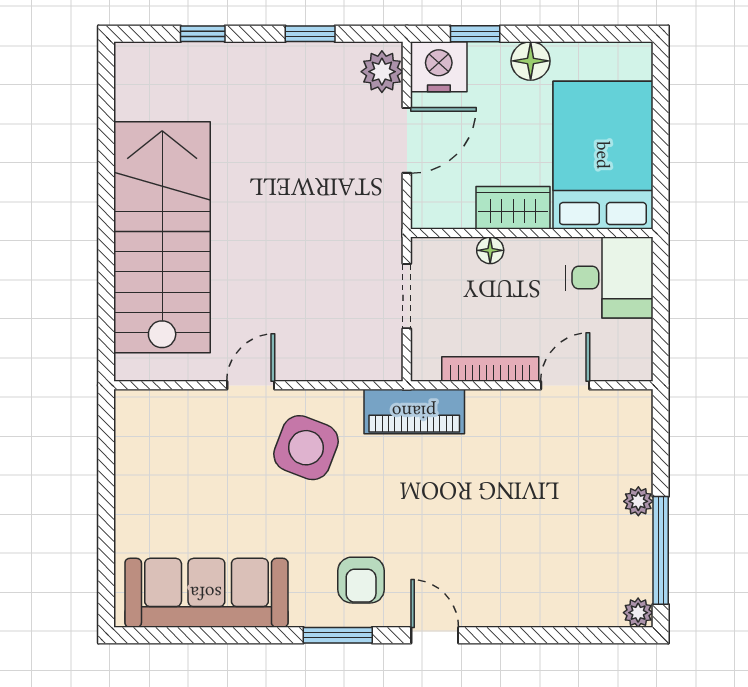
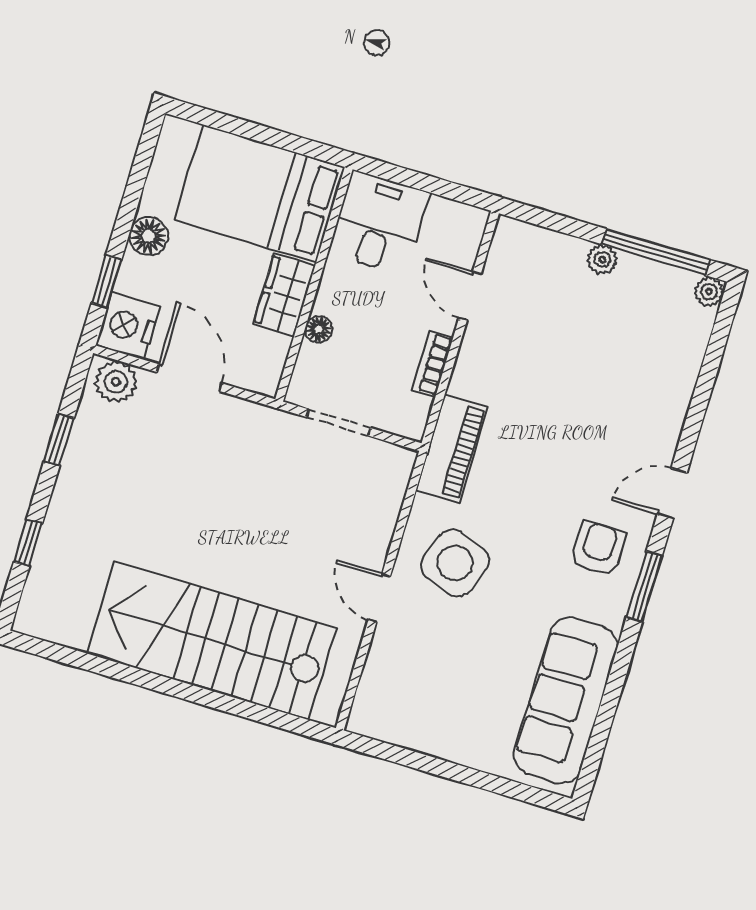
bookcase: (490, 369) -> (433, 363), width x0.64
armchair: (361, 580) -> (598, 548), turned -90

